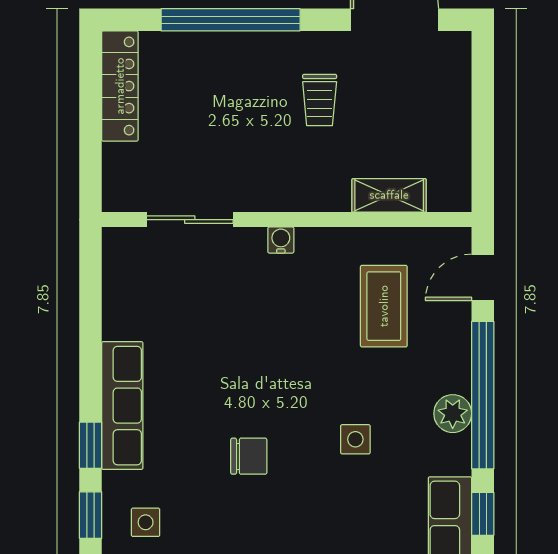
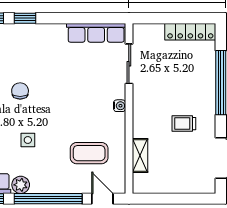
row of seats: (122, 406) -> (96, 33), moved
plant: (453, 414) -> (21, 185), moved
chair: (249, 456) -> (20, 91), turned 180

